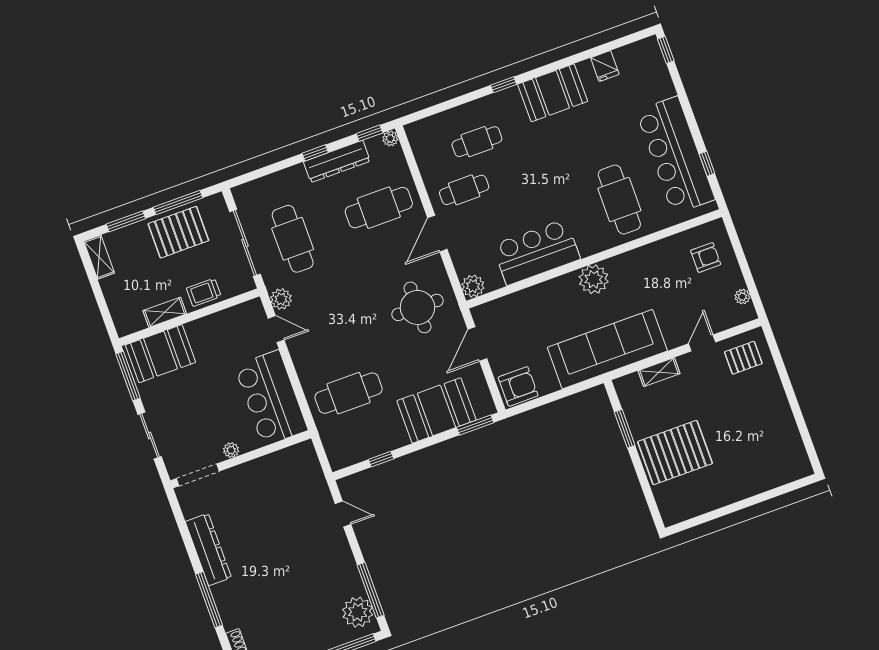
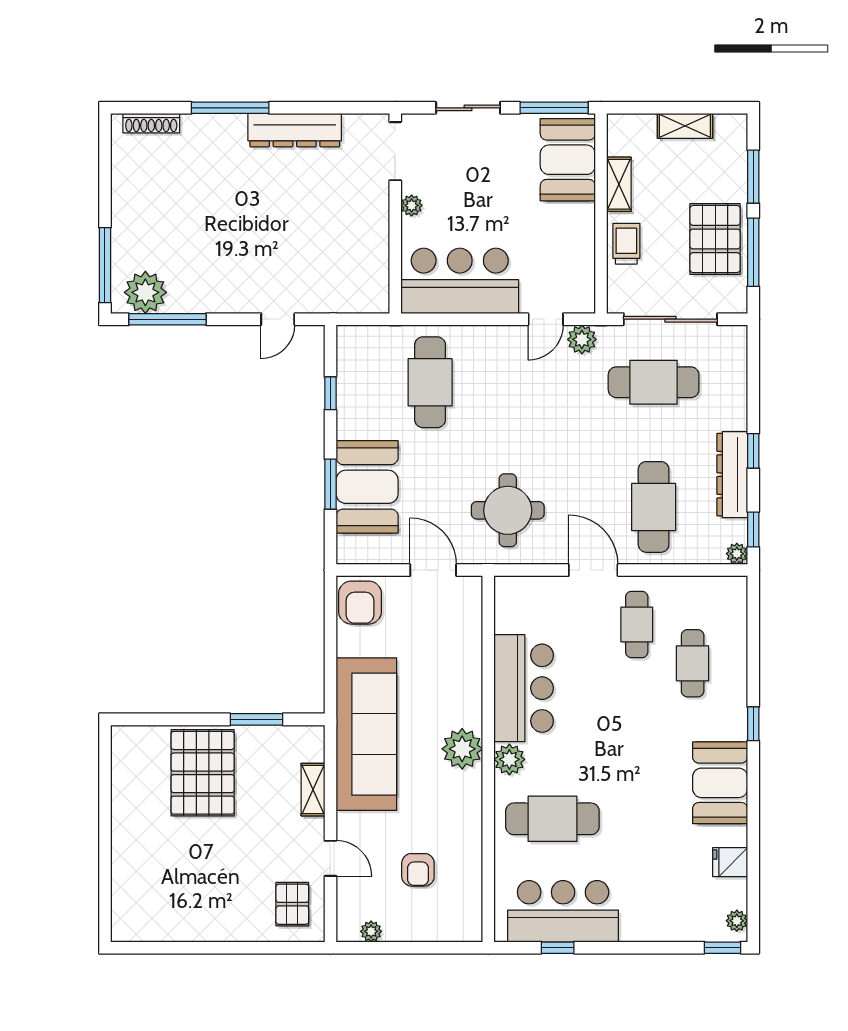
plant: (644, 47) -> (737, 921), added
bar counter: (675, 155) -> (563, 911), width x0.73
shelving: (99, 257) -> (685, 126), moved
armchair: (706, 257) -> (418, 870), moved
plant: (473, 286) -> (509, 759), moved
window: (475, 425) -> (330, 484), moved

